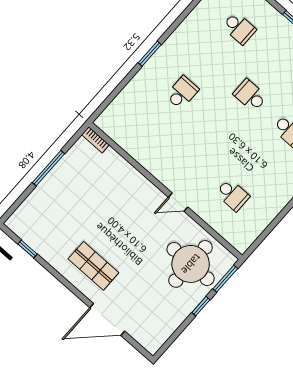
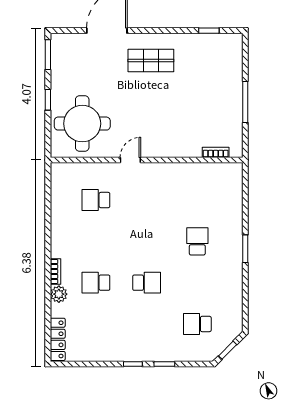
school desk: (182, 93) -> (197, 241), turned 180
bookcase: (95, 140) -> (216, 152), moved
window: (225, 279) -> (48, 55), moved

